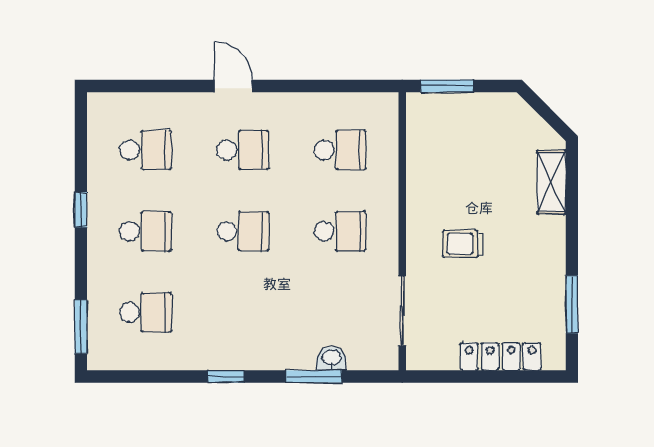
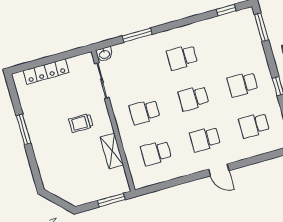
shelving: (551, 182) -> (112, 151), moved
trolley: (463, 244) -> (81, 123), turned 180
window: (572, 304) -> (24, 129), moved
school desk: (145, 312) -> (182, 57), moved
washbasin: (331, 358) -> (104, 54), moved
window: (226, 376) -> (226, 10), moved

